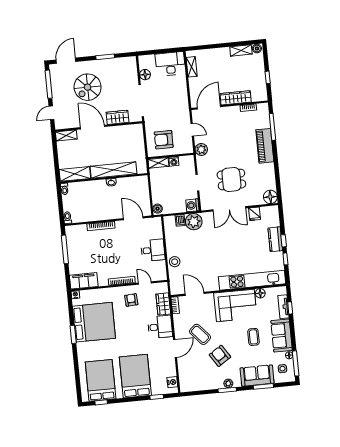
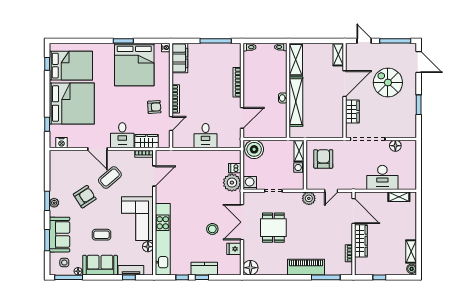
desk: (170, 64) -> (382, 177), moved, turned 90
boiler: (158, 209) -> (254, 149), width x1.86, depth x1.86
stool: (175, 262) -> (212, 229), moved
bed: (135, 376) -> (72, 103), width x1.36

